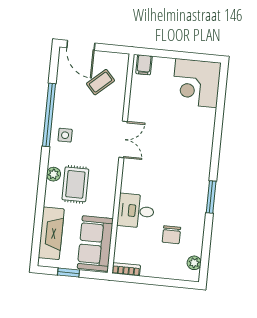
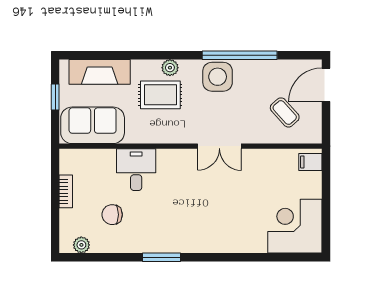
side table: (65, 135) -> (218, 77), width x1.87, depth x1.87
bookcase: (126, 269) -> (66, 191), moved

